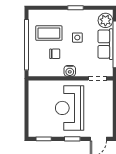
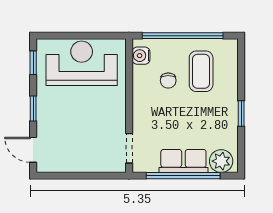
side table: (77, 38) -> (194, 116), removed
water cooler: (70, 71) -> (141, 56), moved
reception desk: (70, 108) -> (82, 63), moved

